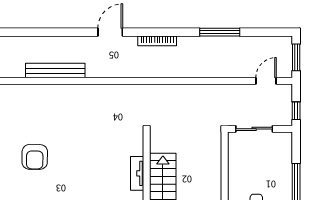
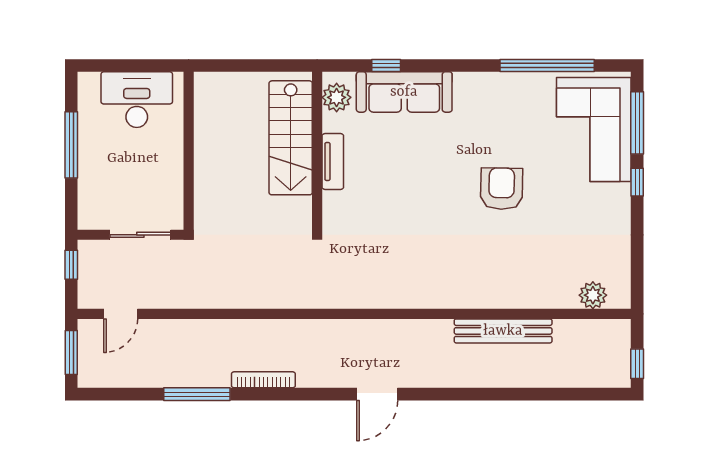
bookcase: (157, 41) -> (263, 380), moved
bench: (55, 71) -> (503, 331), moved

